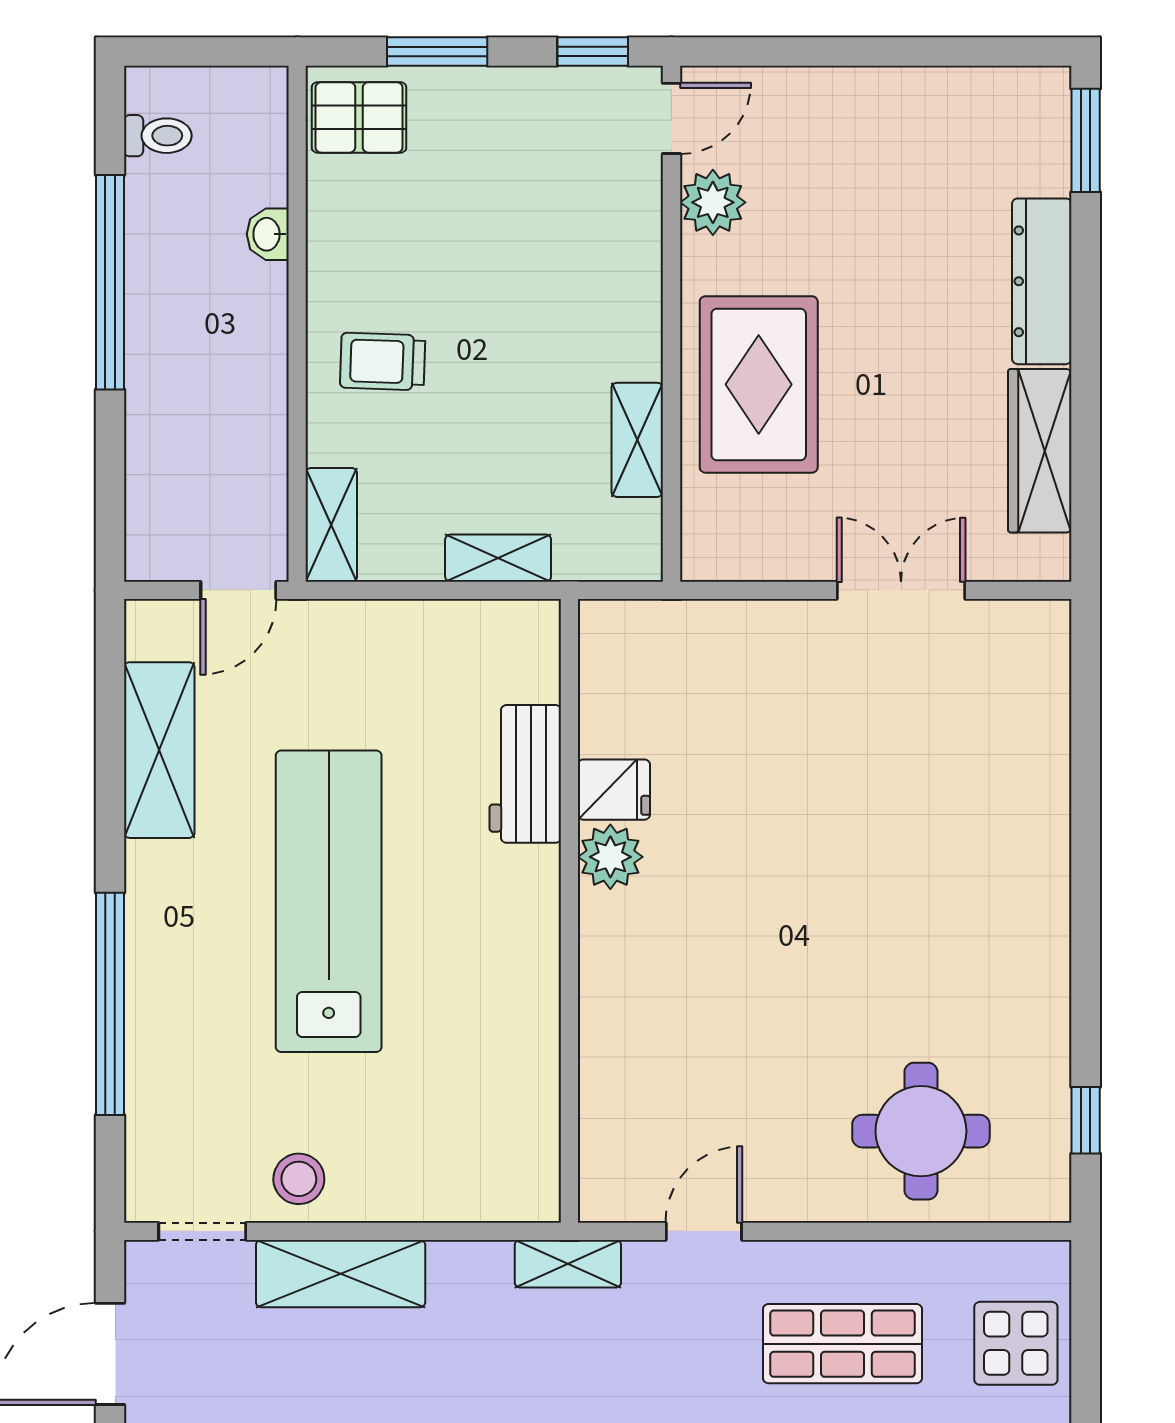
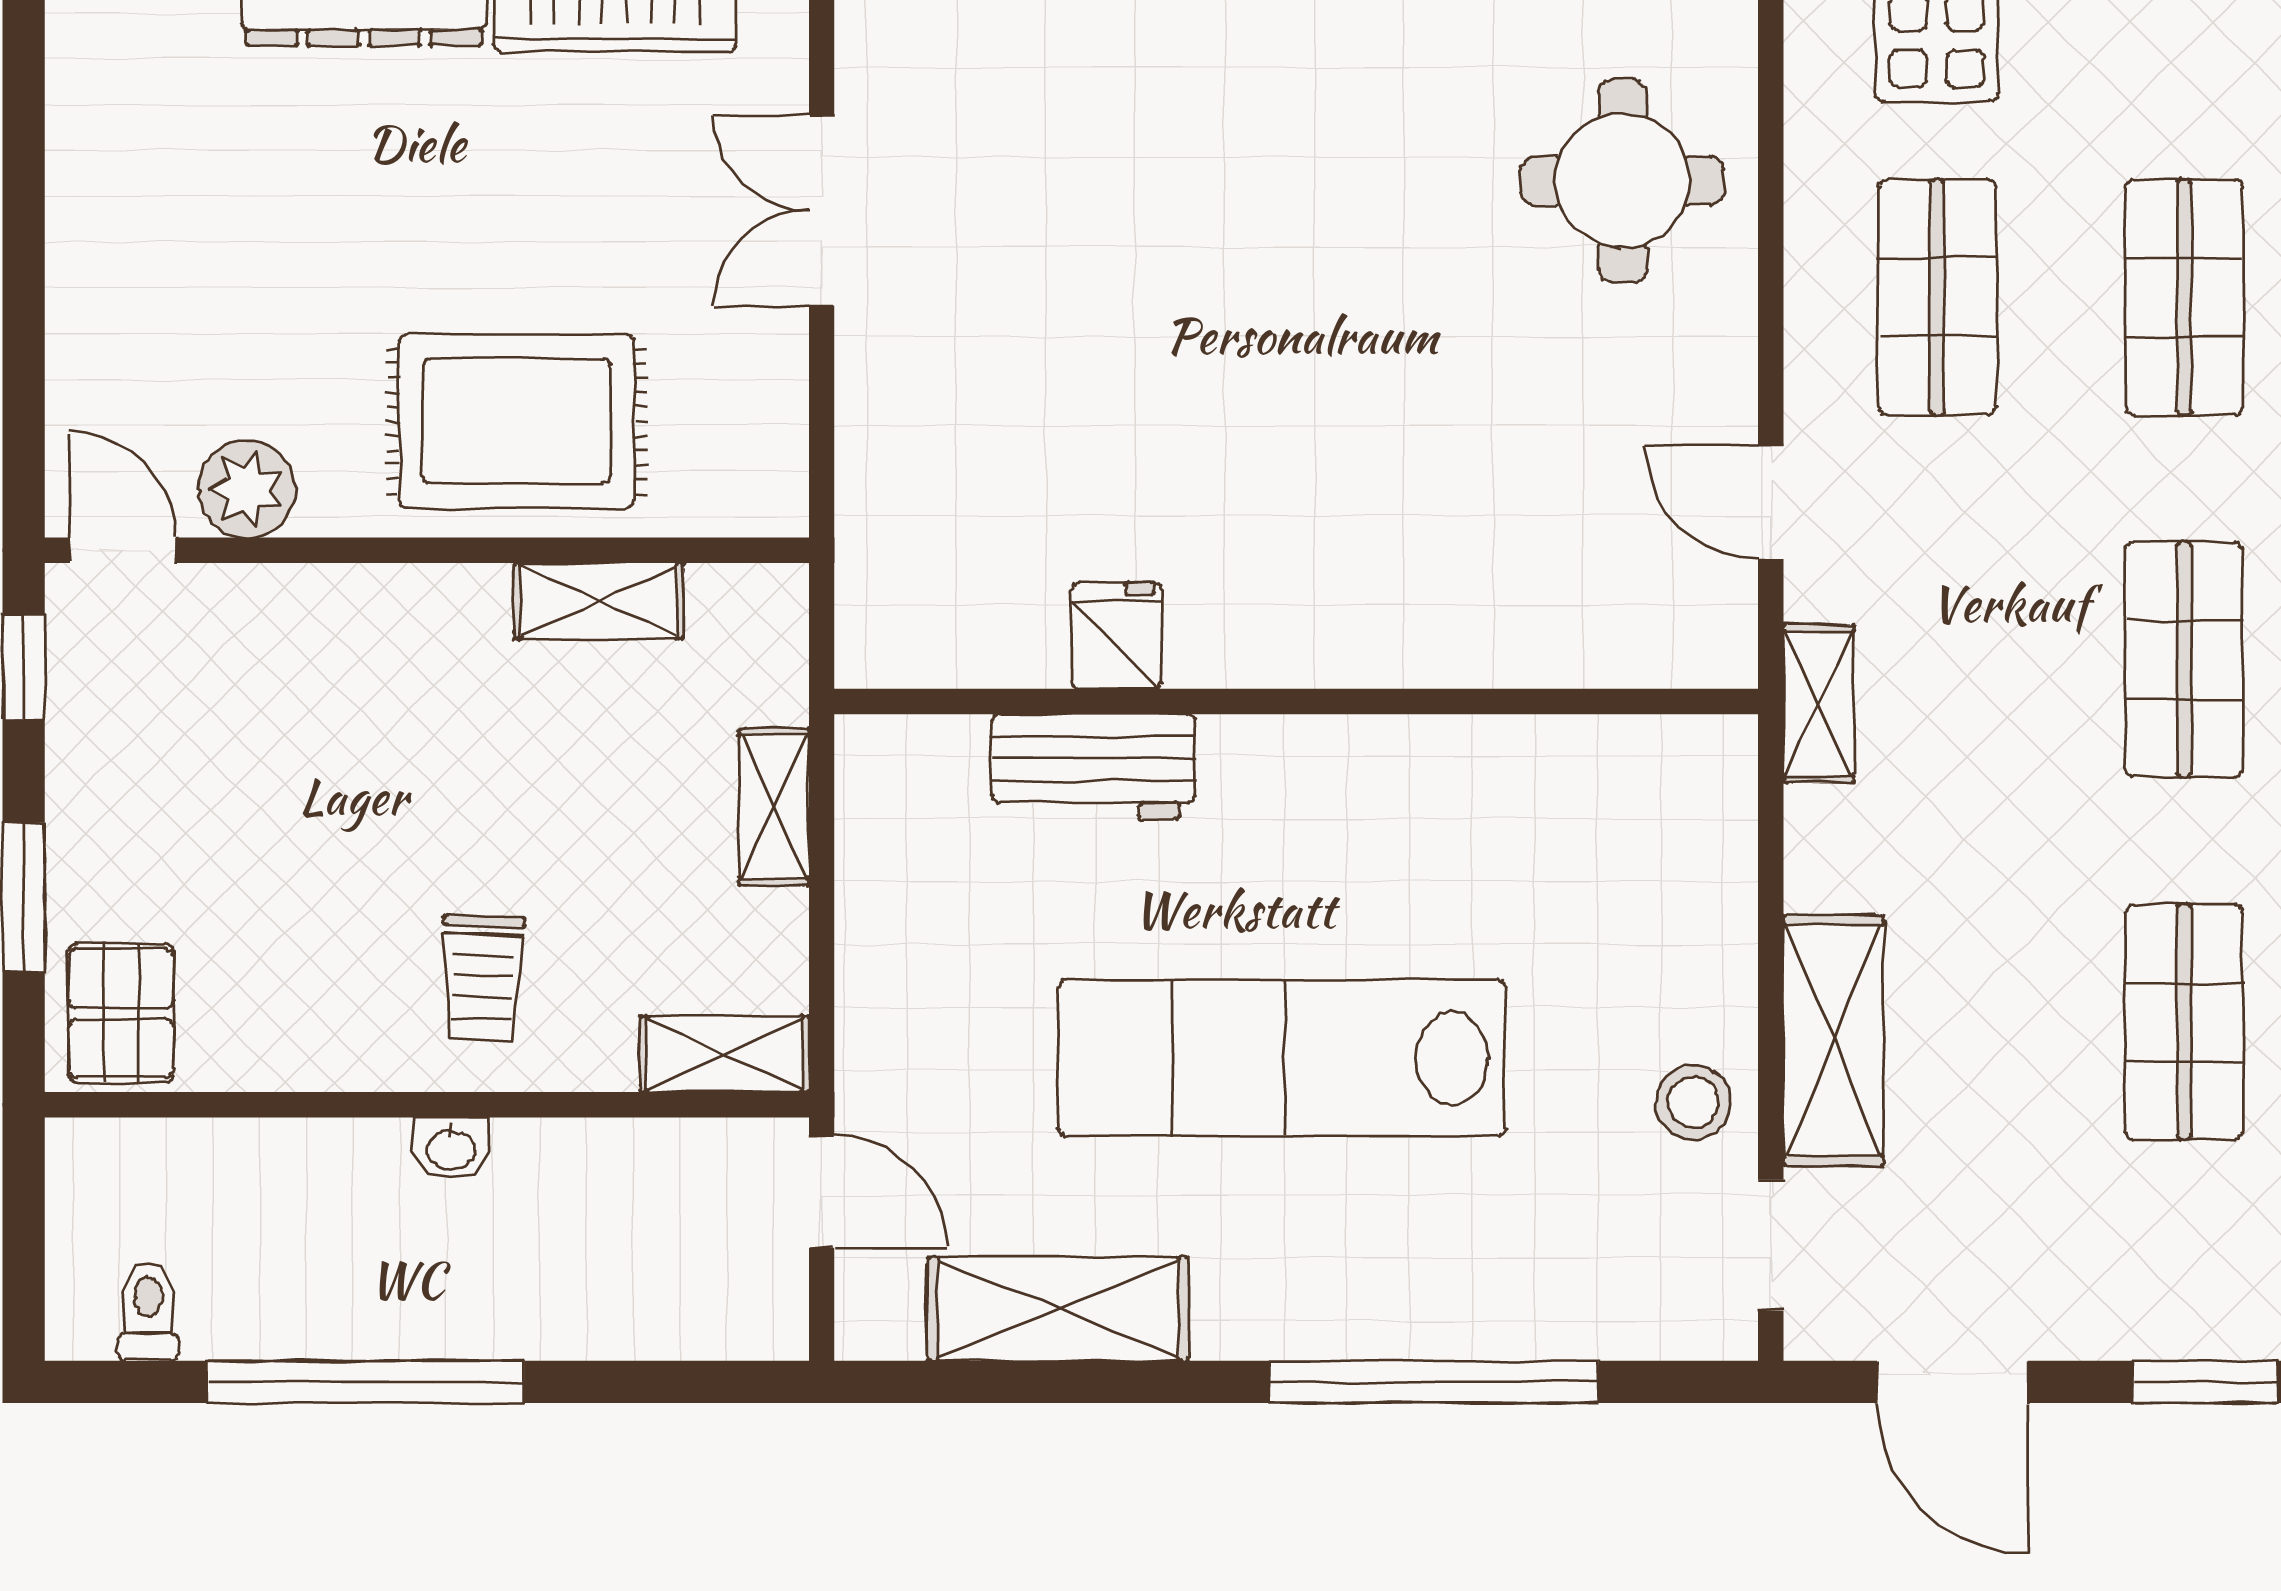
washbasin: (268, 234) -> (451, 1148), moved
plant: (610, 857) -> (1216, 641), removed

